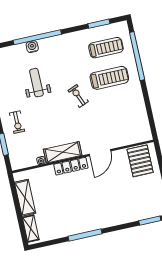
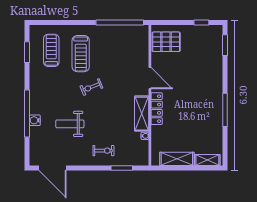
window: (137, 56) -> (120, 23), moved
treadmill: (109, 78) -> (81, 54), turned 180

